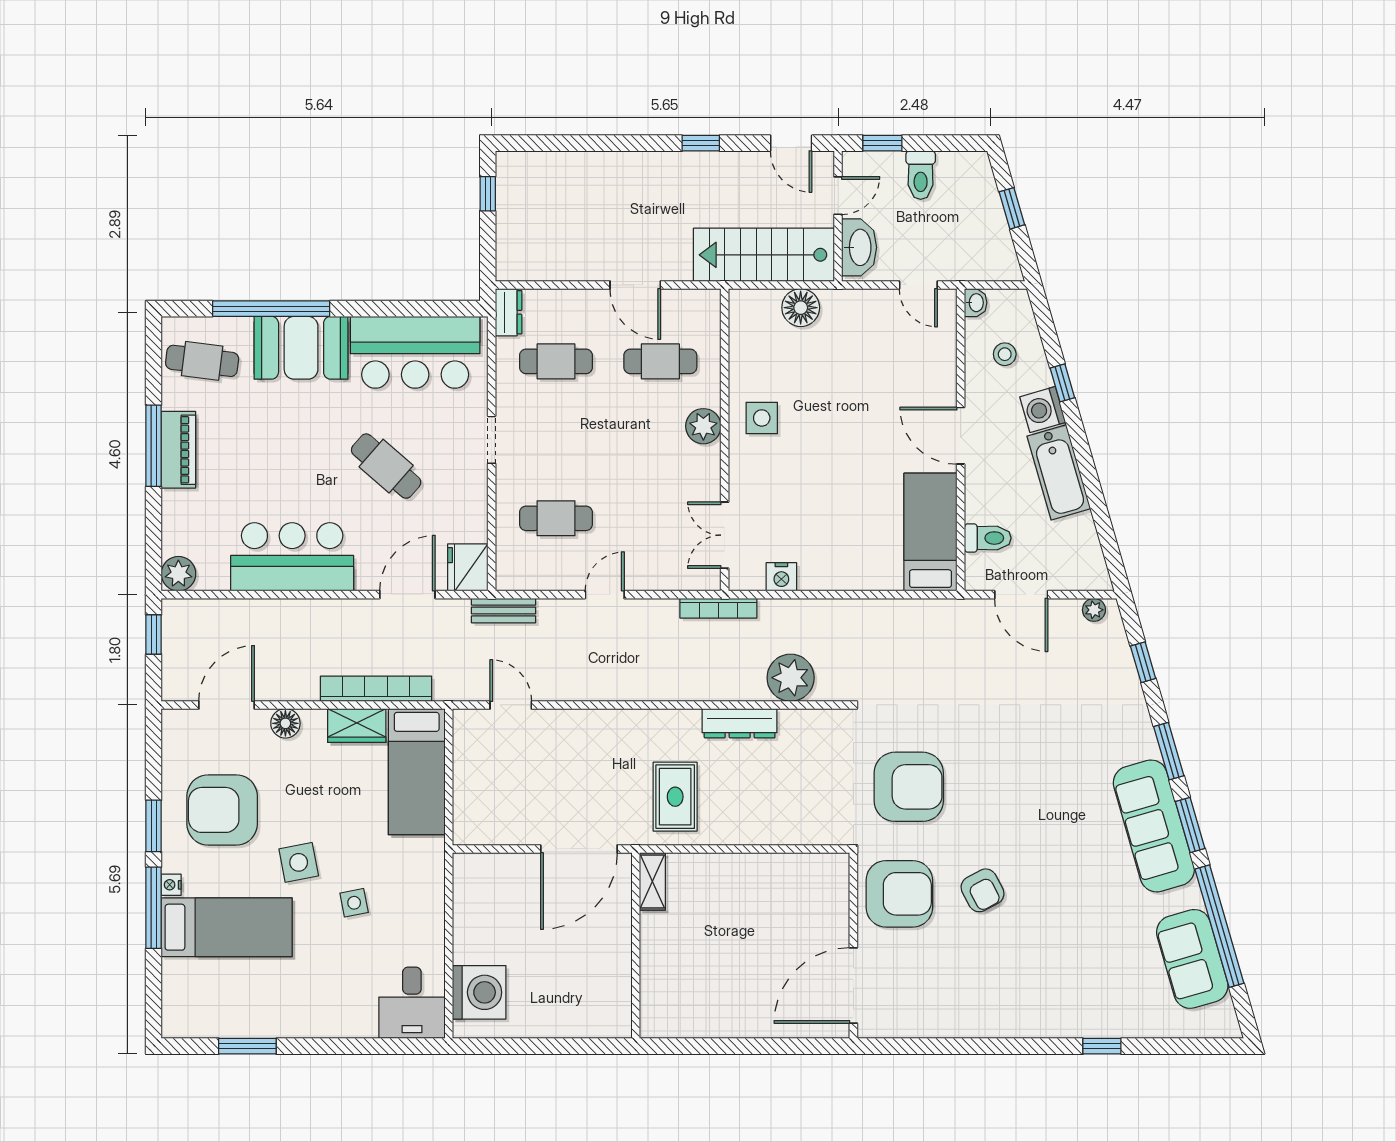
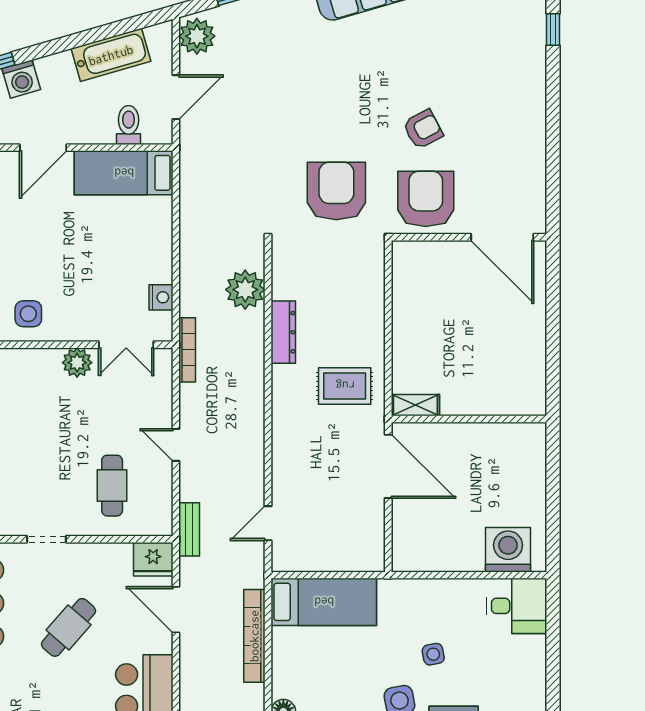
plant: (703, 426) -> (77, 363), moved
bathtub: (1059, 472) -> (111, 55), moved
plant: (1094, 610) -> (197, 36), width x1.87, depth x1.87
wardrobe: (357, 726) -> (285, 652), removed

